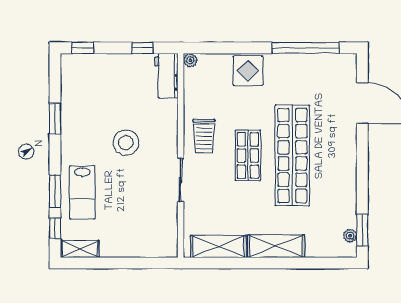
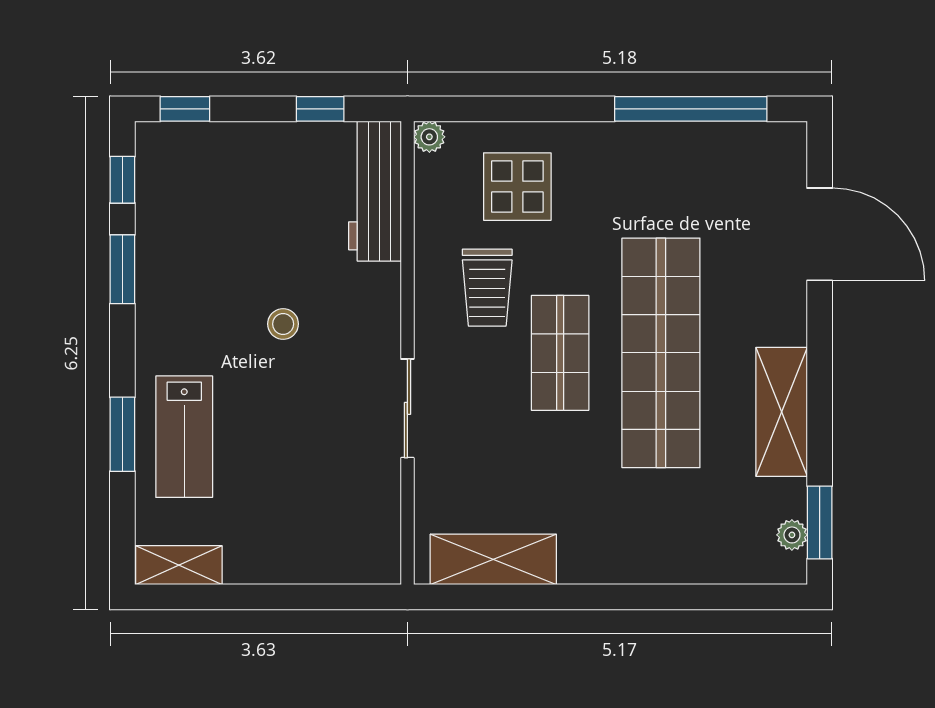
display table: (248, 71) -> (517, 187), moved
workbench: (166, 76) -> (375, 191), width x1.38
trolley: (204, 136) -> (487, 288), moved
stool: (126, 143) -> (283, 324), width x0.53, depth x0.53
window: (55, 228) -> (122, 180), moved
shelving: (276, 246) -> (782, 412), moved, turned 90

